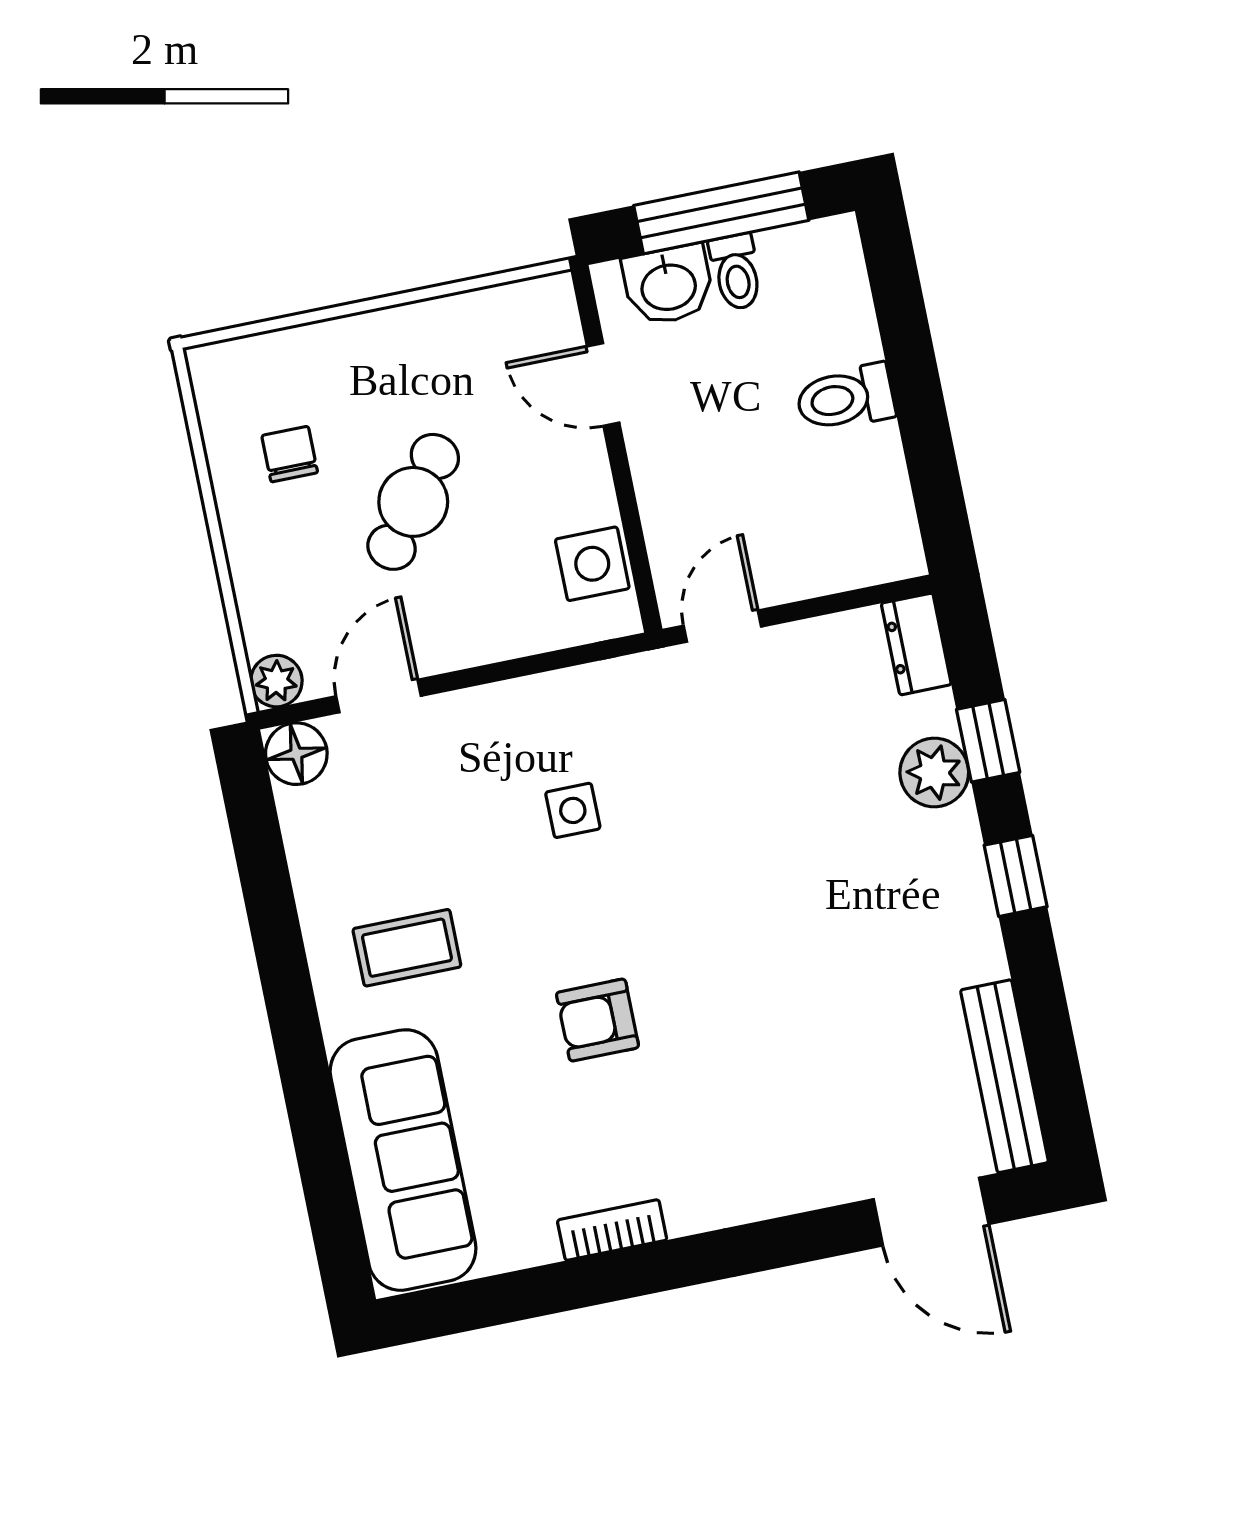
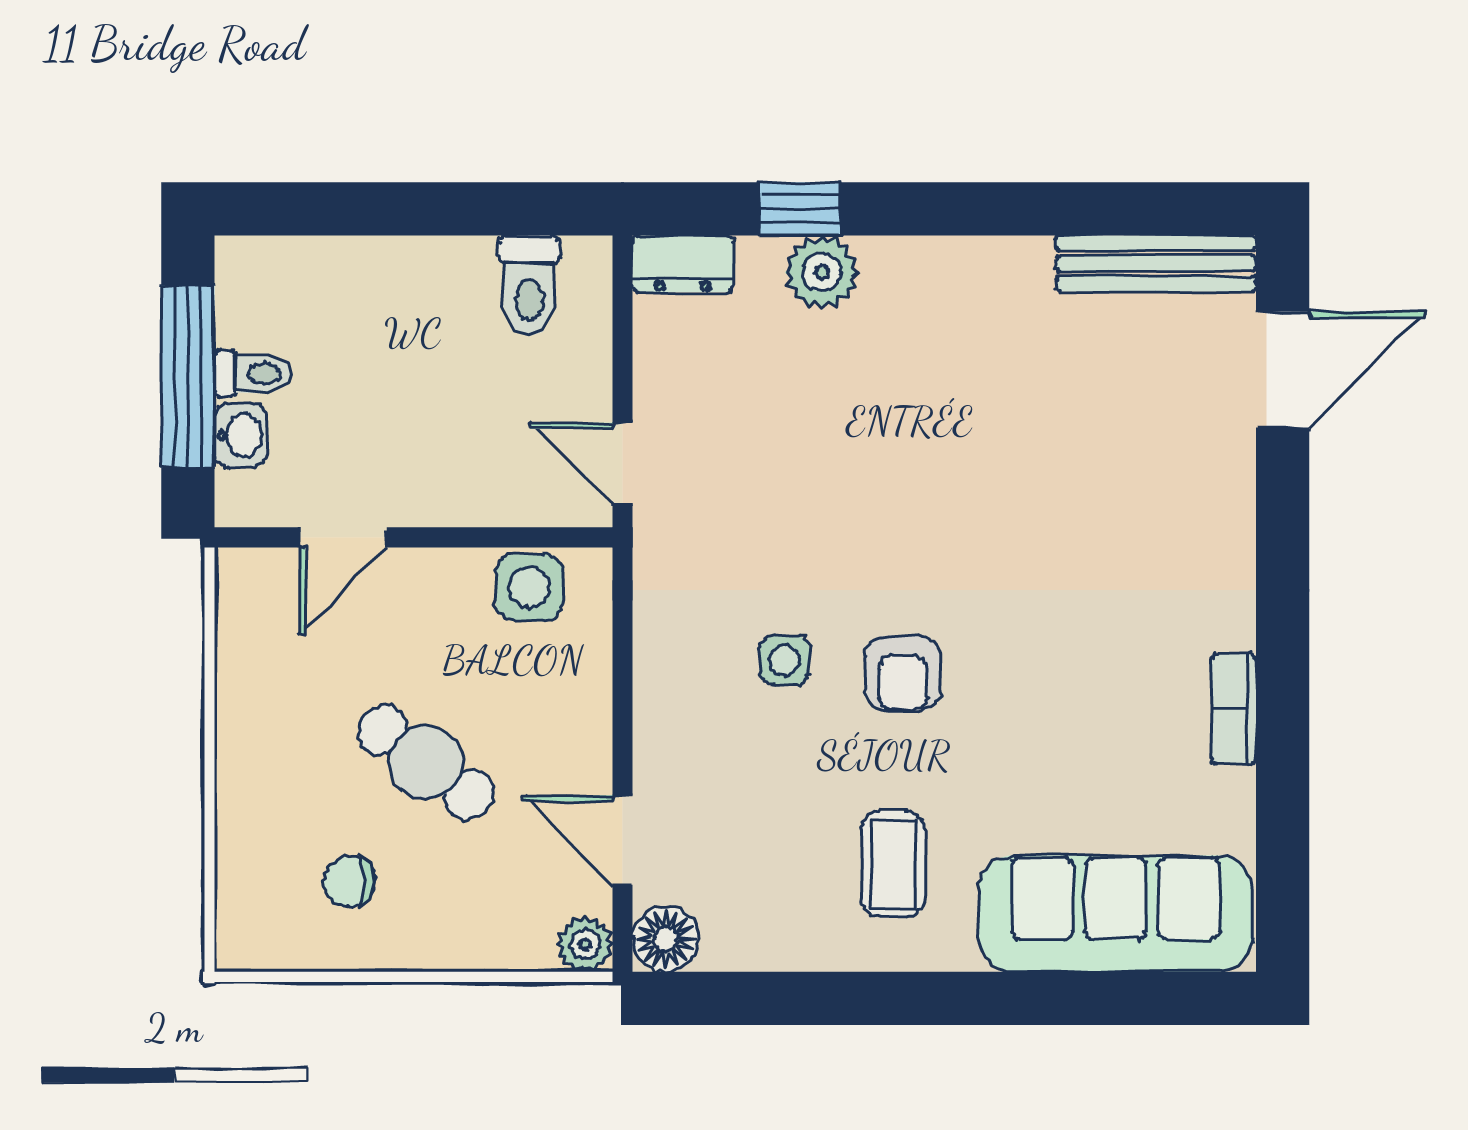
washbasin: (668, 285) -> (241, 435), width x0.72, depth x0.69
toilet: (845, 398) -> (529, 286), moved
window: (1016, 876) -> (948, 209), removed
armchair: (598, 1020) -> (903, 673), moved

